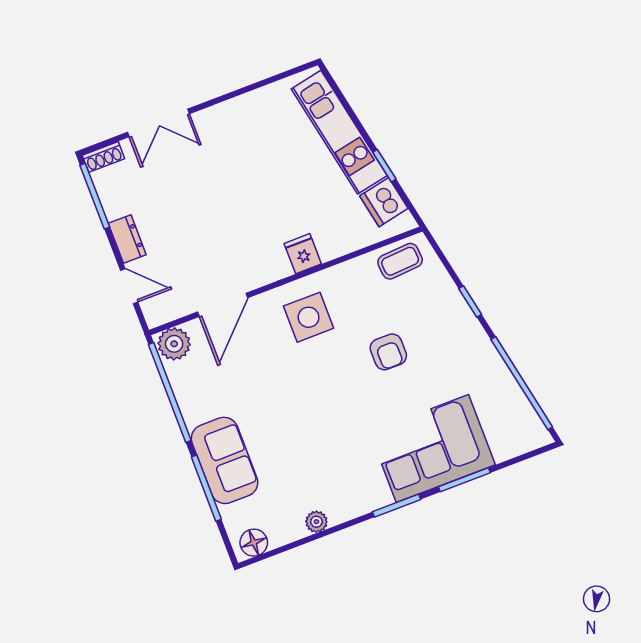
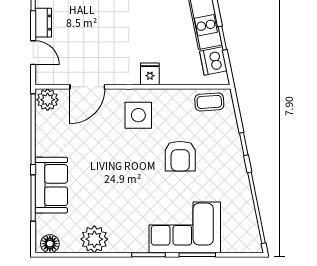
armchair: (388, 352) -> (180, 156), width x1.38, depth x1.38
plant: (316, 522) -> (94, 239), width x1.87, depth x1.87

